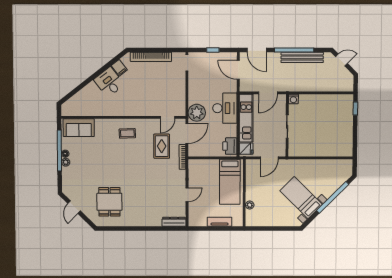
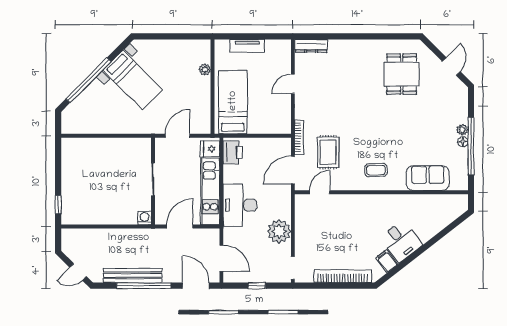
plant: (197, 113) -> (279, 231), moved
sofa: (79, 128) -> (428, 178), moved

